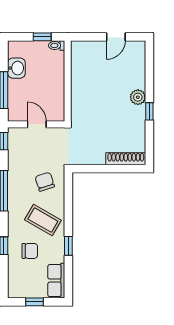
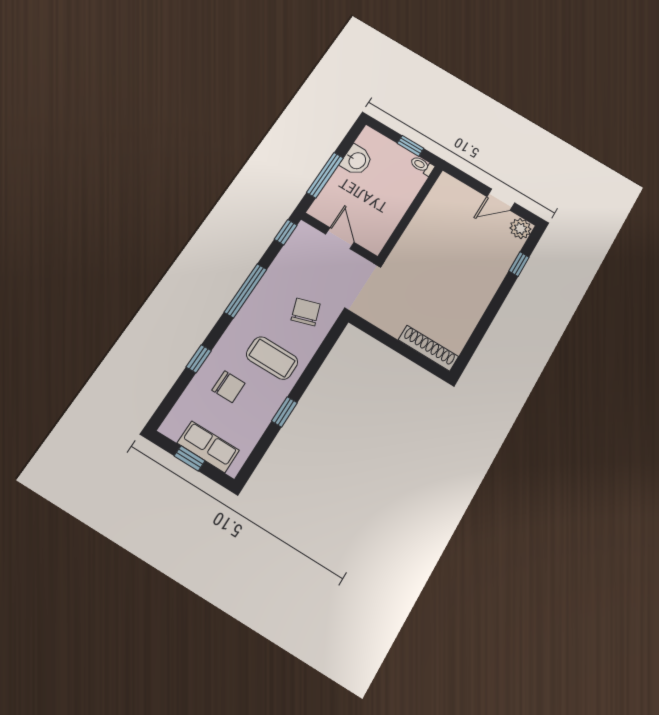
plant: (138, 97) -> (520, 229), moved
window: (149, 111) -> (519, 264), moved
coffee table: (43, 220) -> (272, 358), turned -30
row of seats: (56, 281) -> (208, 447), moved, turned 90

